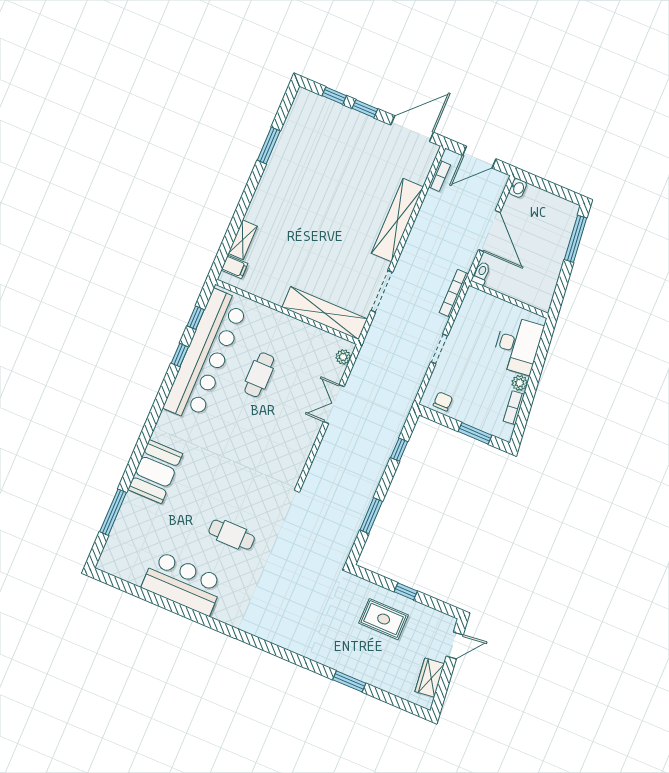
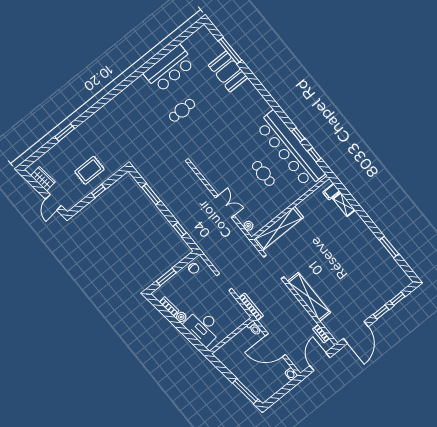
booth: (155, 472) -> (228, 72), moved

